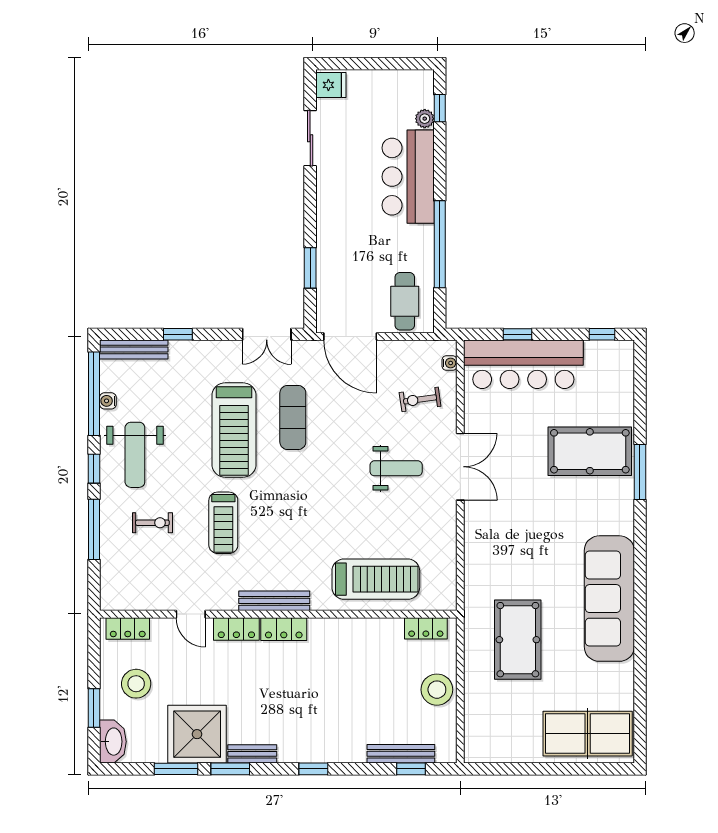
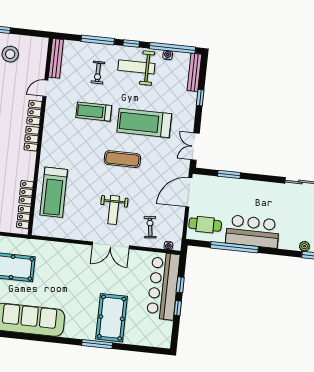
bar counter: (408, 177) -> (253, 232), moved
window: (602, 334) -> (178, 308), moved
exercise mat: (293, 418) -> (122, 159), moved
bench: (274, 601) -> (56, 58), moved
locker: (128, 629) -> (26, 192), moved

